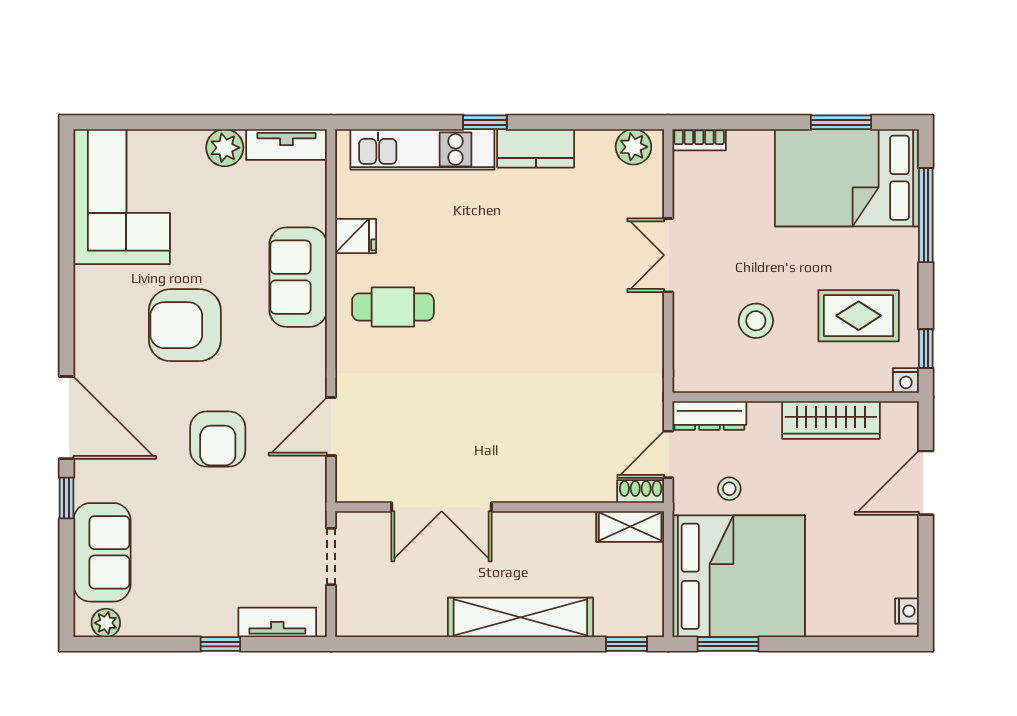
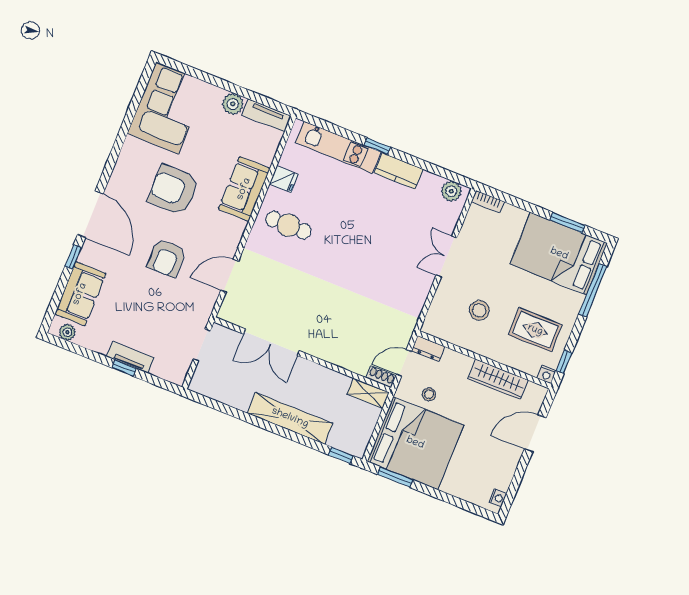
dresser: (709, 416) -> (428, 349), width x0.70
tv unit: (277, 622) -> (130, 357), moved

